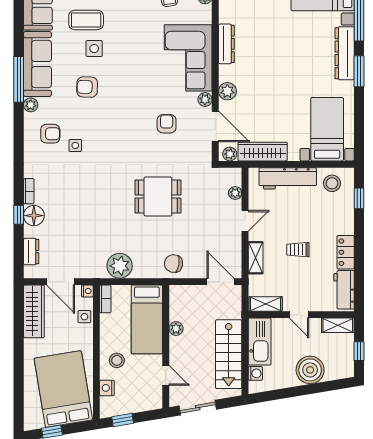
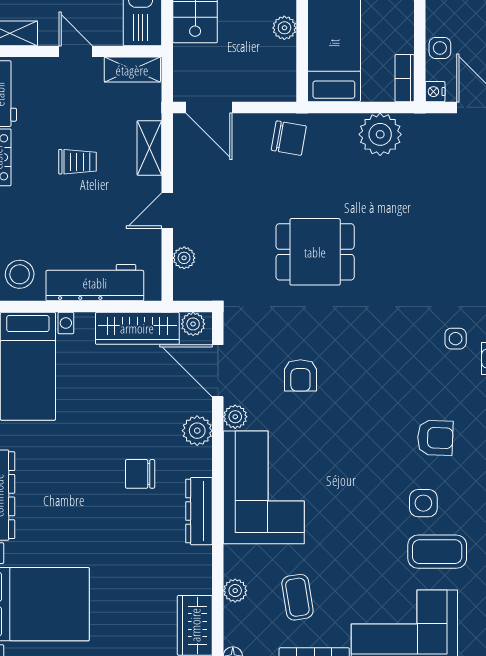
chair: (261, 66) -> (140, 474), added

